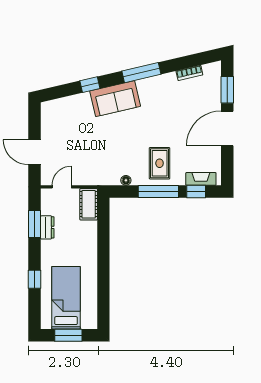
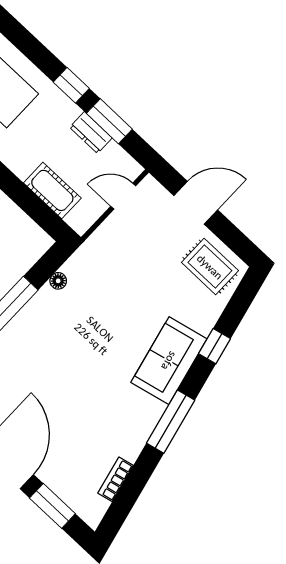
rug: (160, 163) -> (210, 267), moved
door: (62, 187) -> (123, 196), swing flipped
cot: (89, 204) -> (52, 190), moved
window: (35, 279) -> (71, 85), moved

